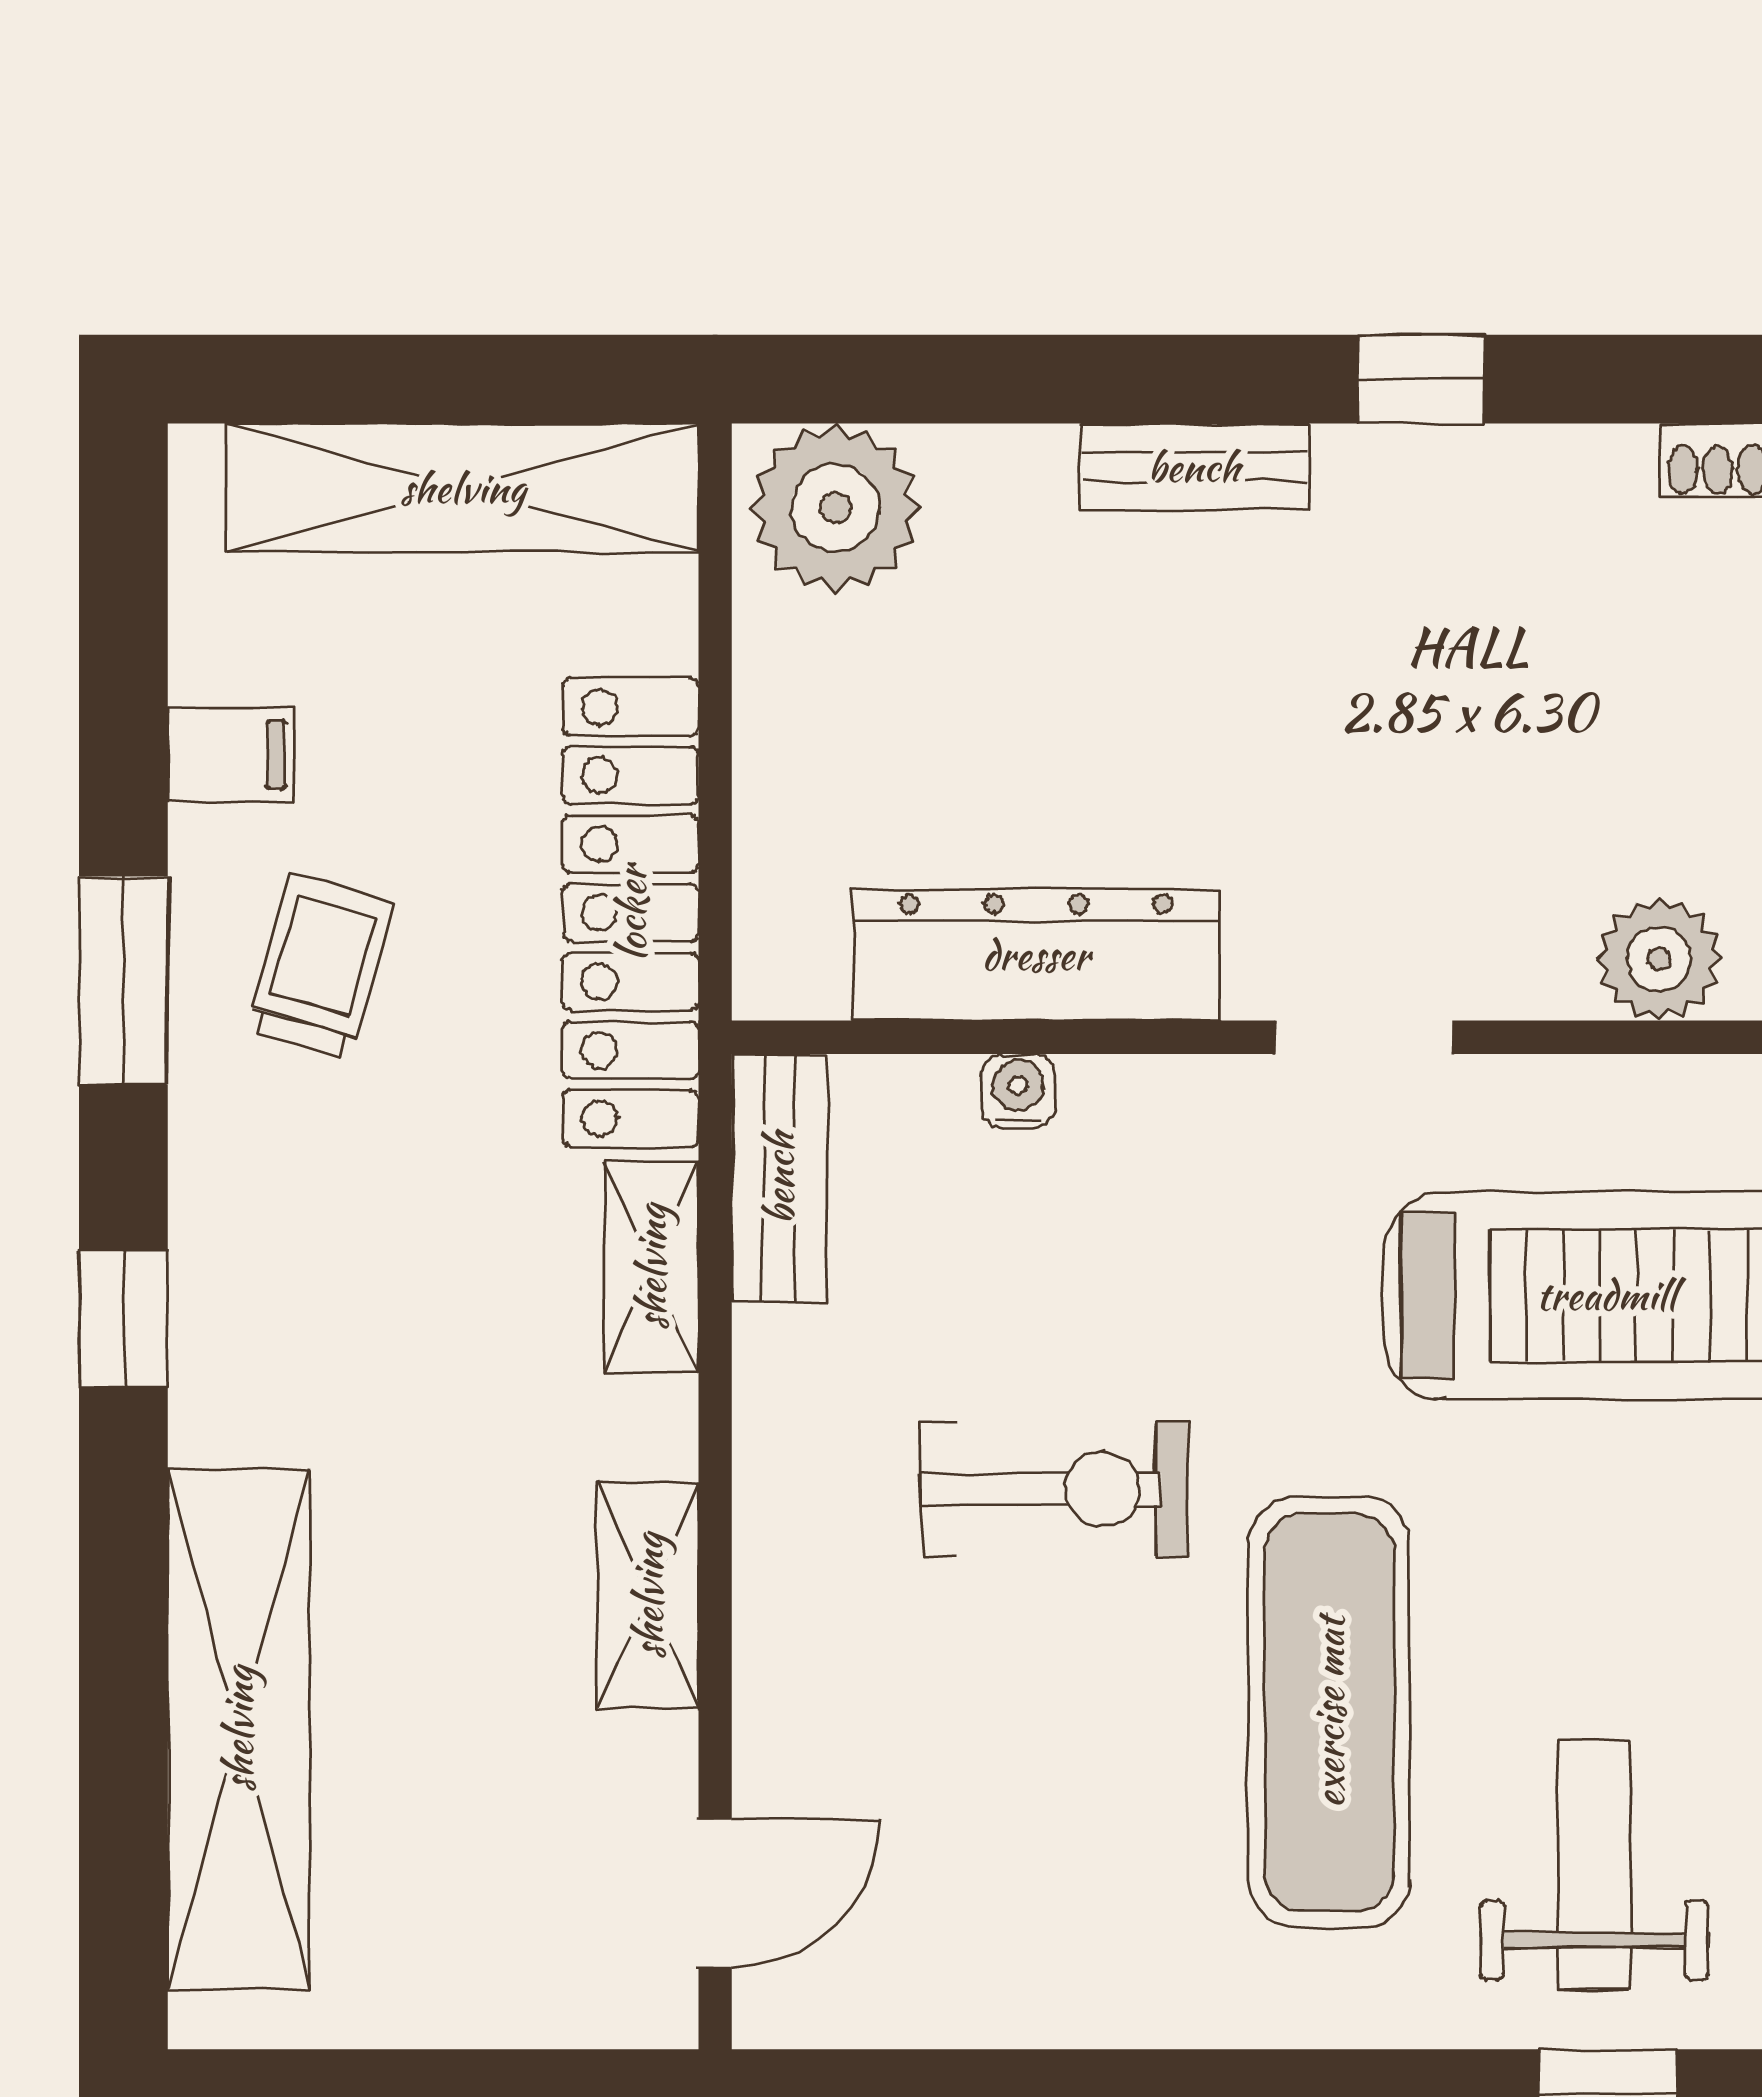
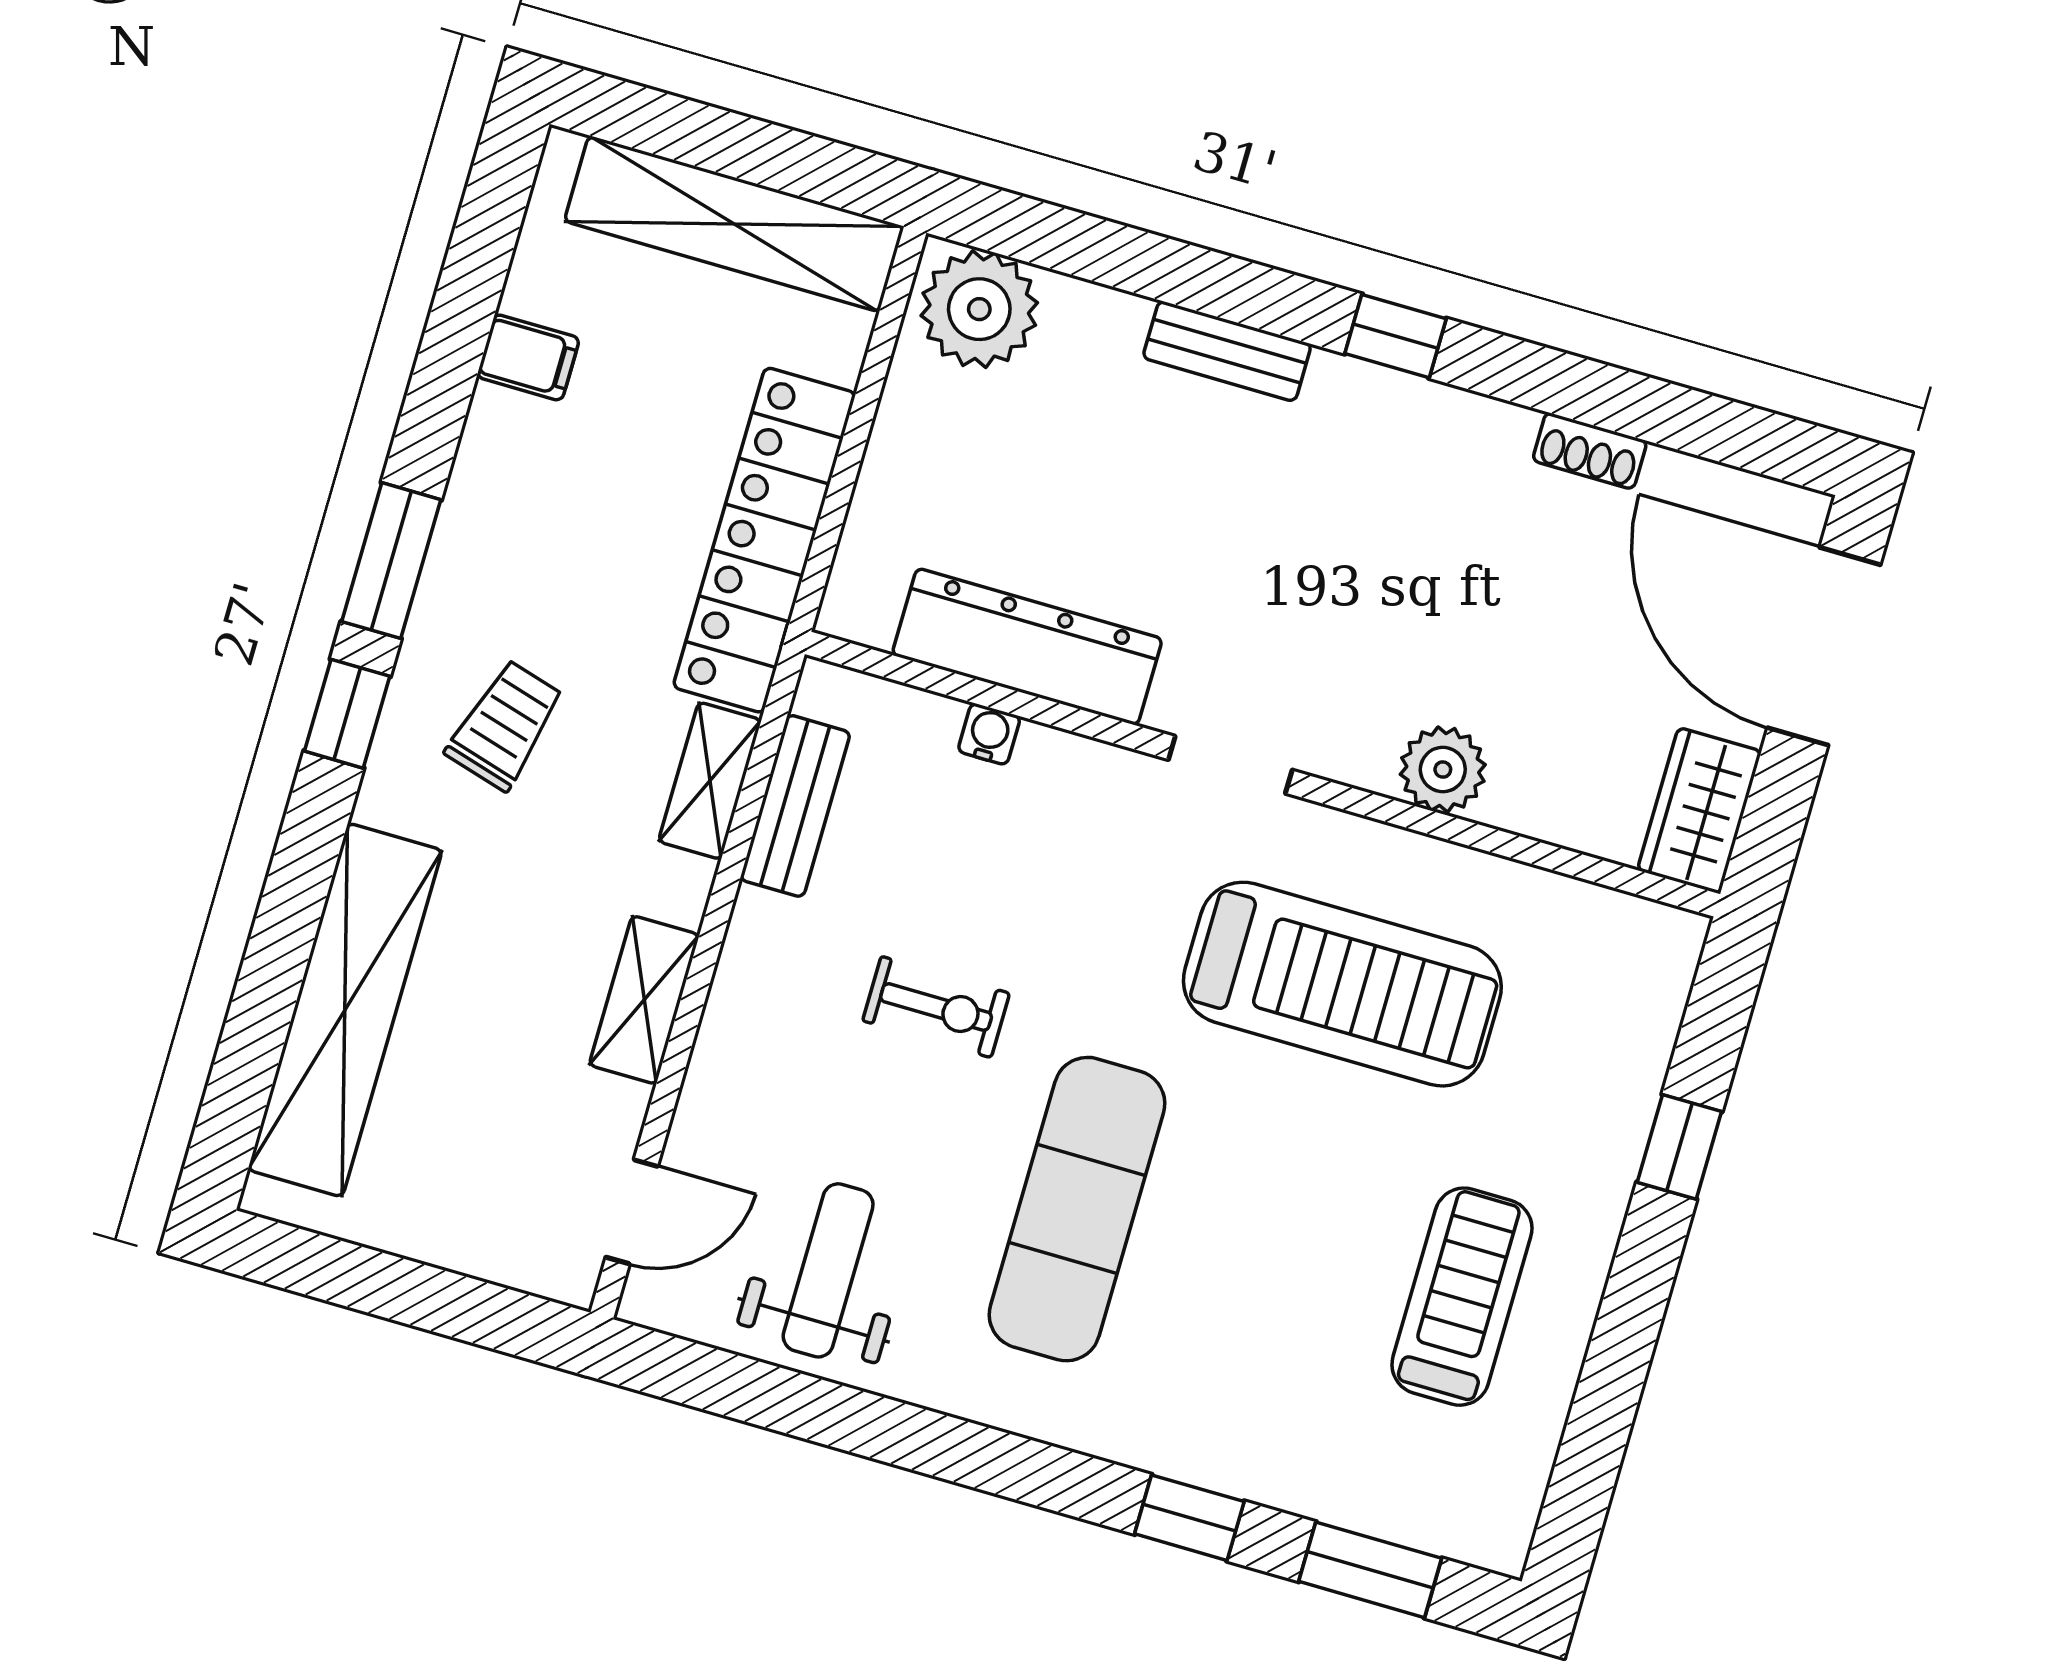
trolley: (320, 966) -> (505, 725), moved
window: (123, 981) -> (391, 561), moved
bench: (779, 1178) -> (795, 806), moved
exercise bike: (1054, 1489) -> (936, 1007), width x0.73, depth x0.72
weight bench: (1594, 1865) -> (828, 1270), moved

